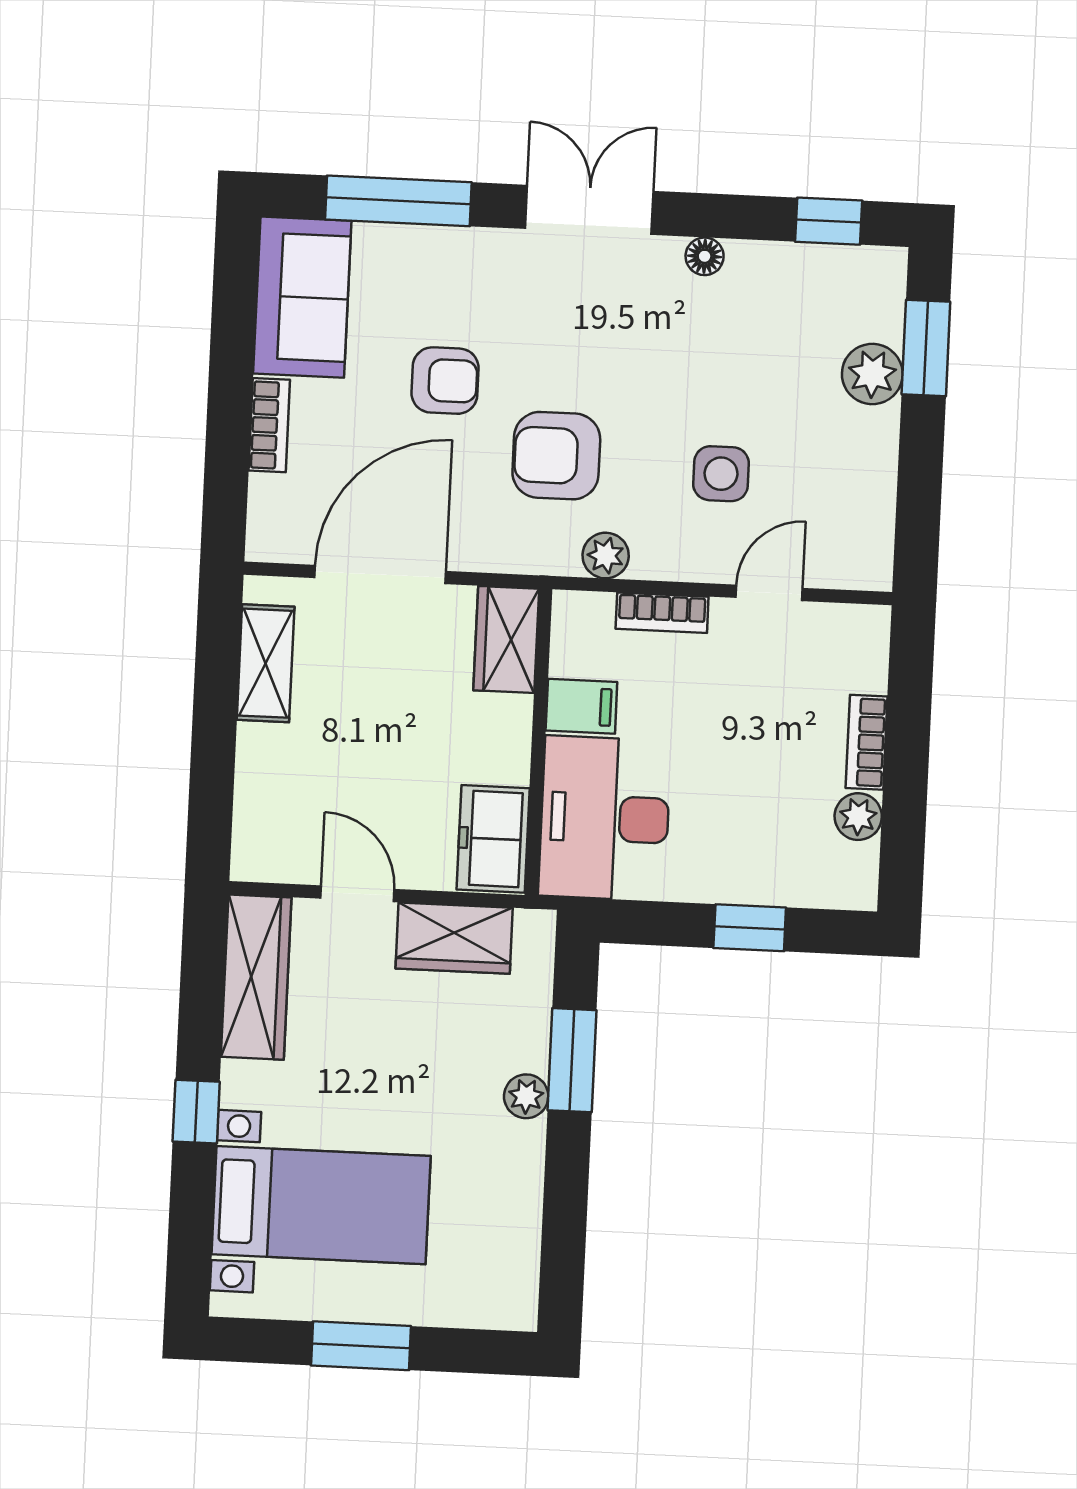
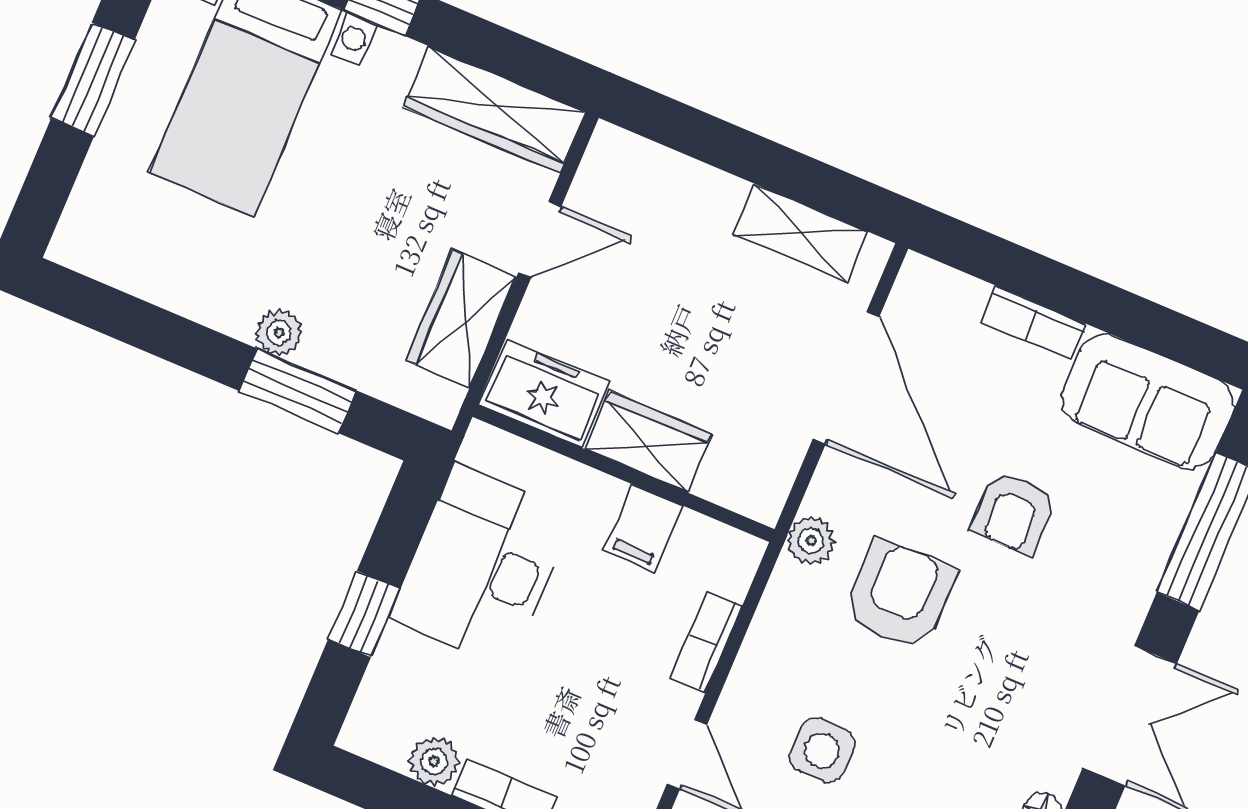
plant: (606, 556) -> (811, 541), moved
wardrobe: (506, 639) -> (649, 441), moved
desk: (605, 818) -> (482, 566), moved, turned -90

